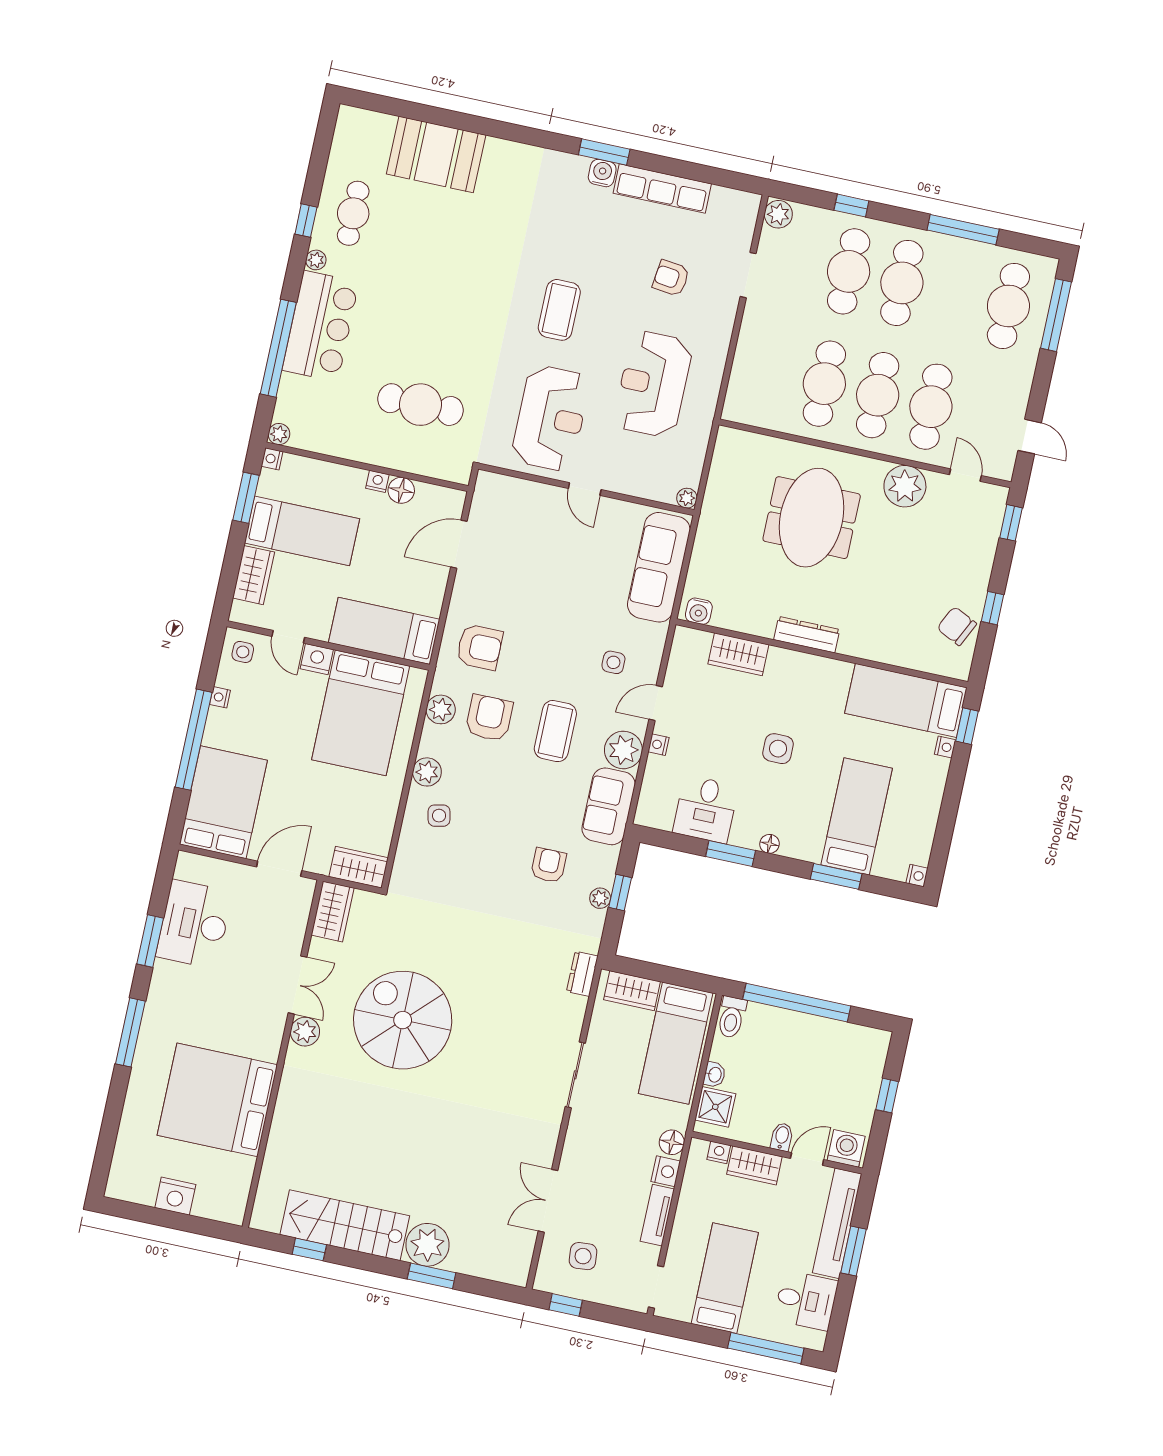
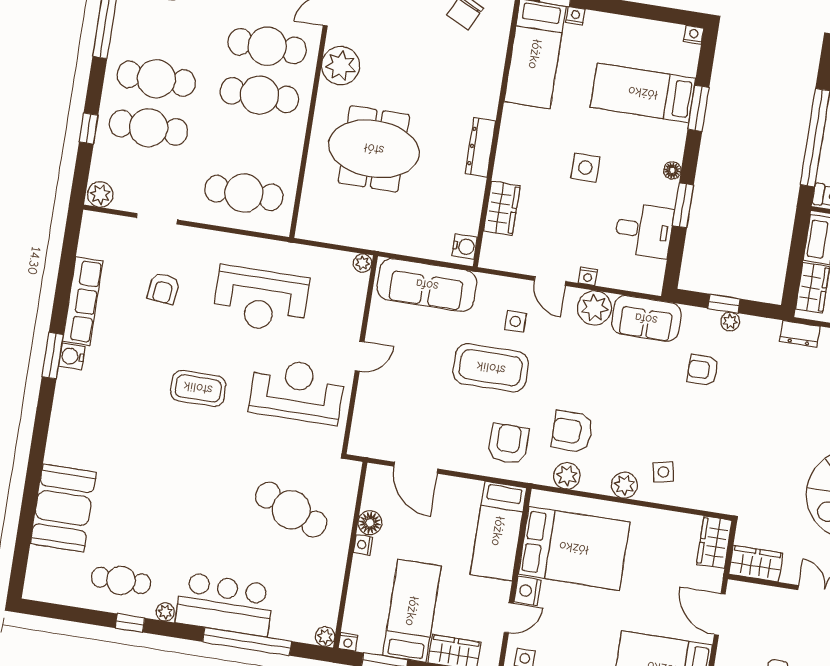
cafe table: (824, 384) -> (244, 193), moved
cafe table: (420, 405) -> (291, 510), turned -67
coffee table: (555, 731) -> (491, 368), moved, width x1.36, depth x1.32

